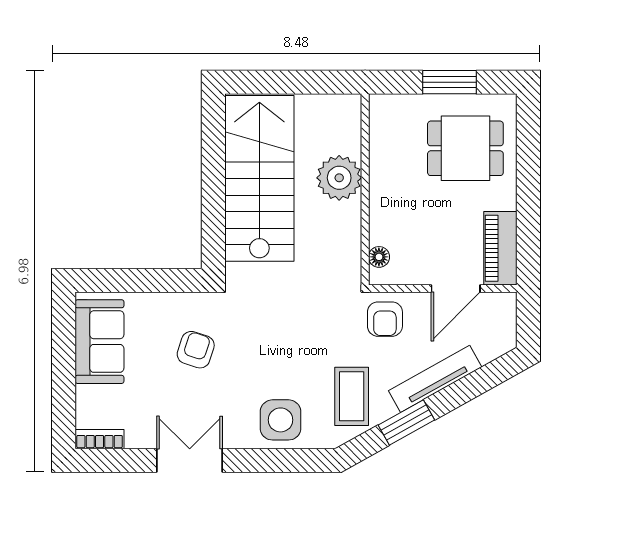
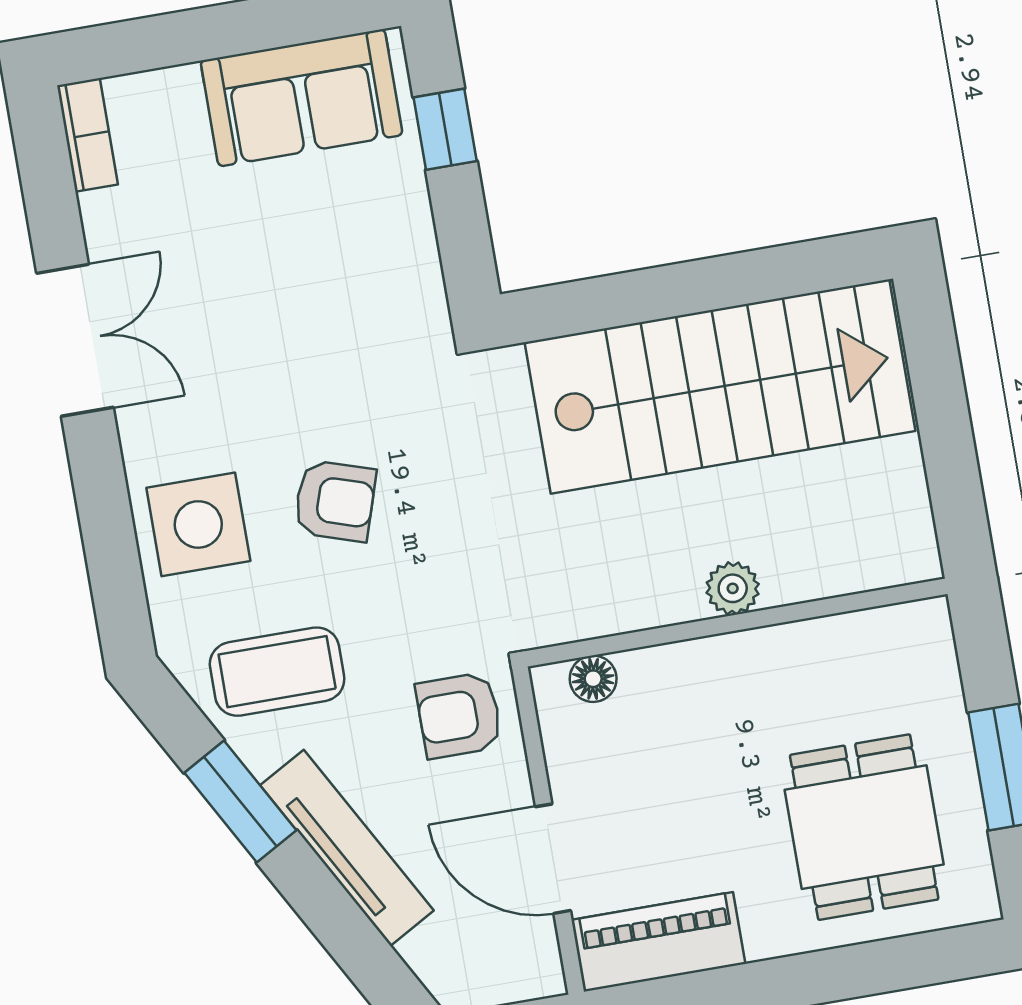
plant: (339, 178) -> (733, 588), width x0.53, depth x0.53
window: (124, 280) -> (445, 129), added
armchair: (196, 350) -> (335, 501), moved

